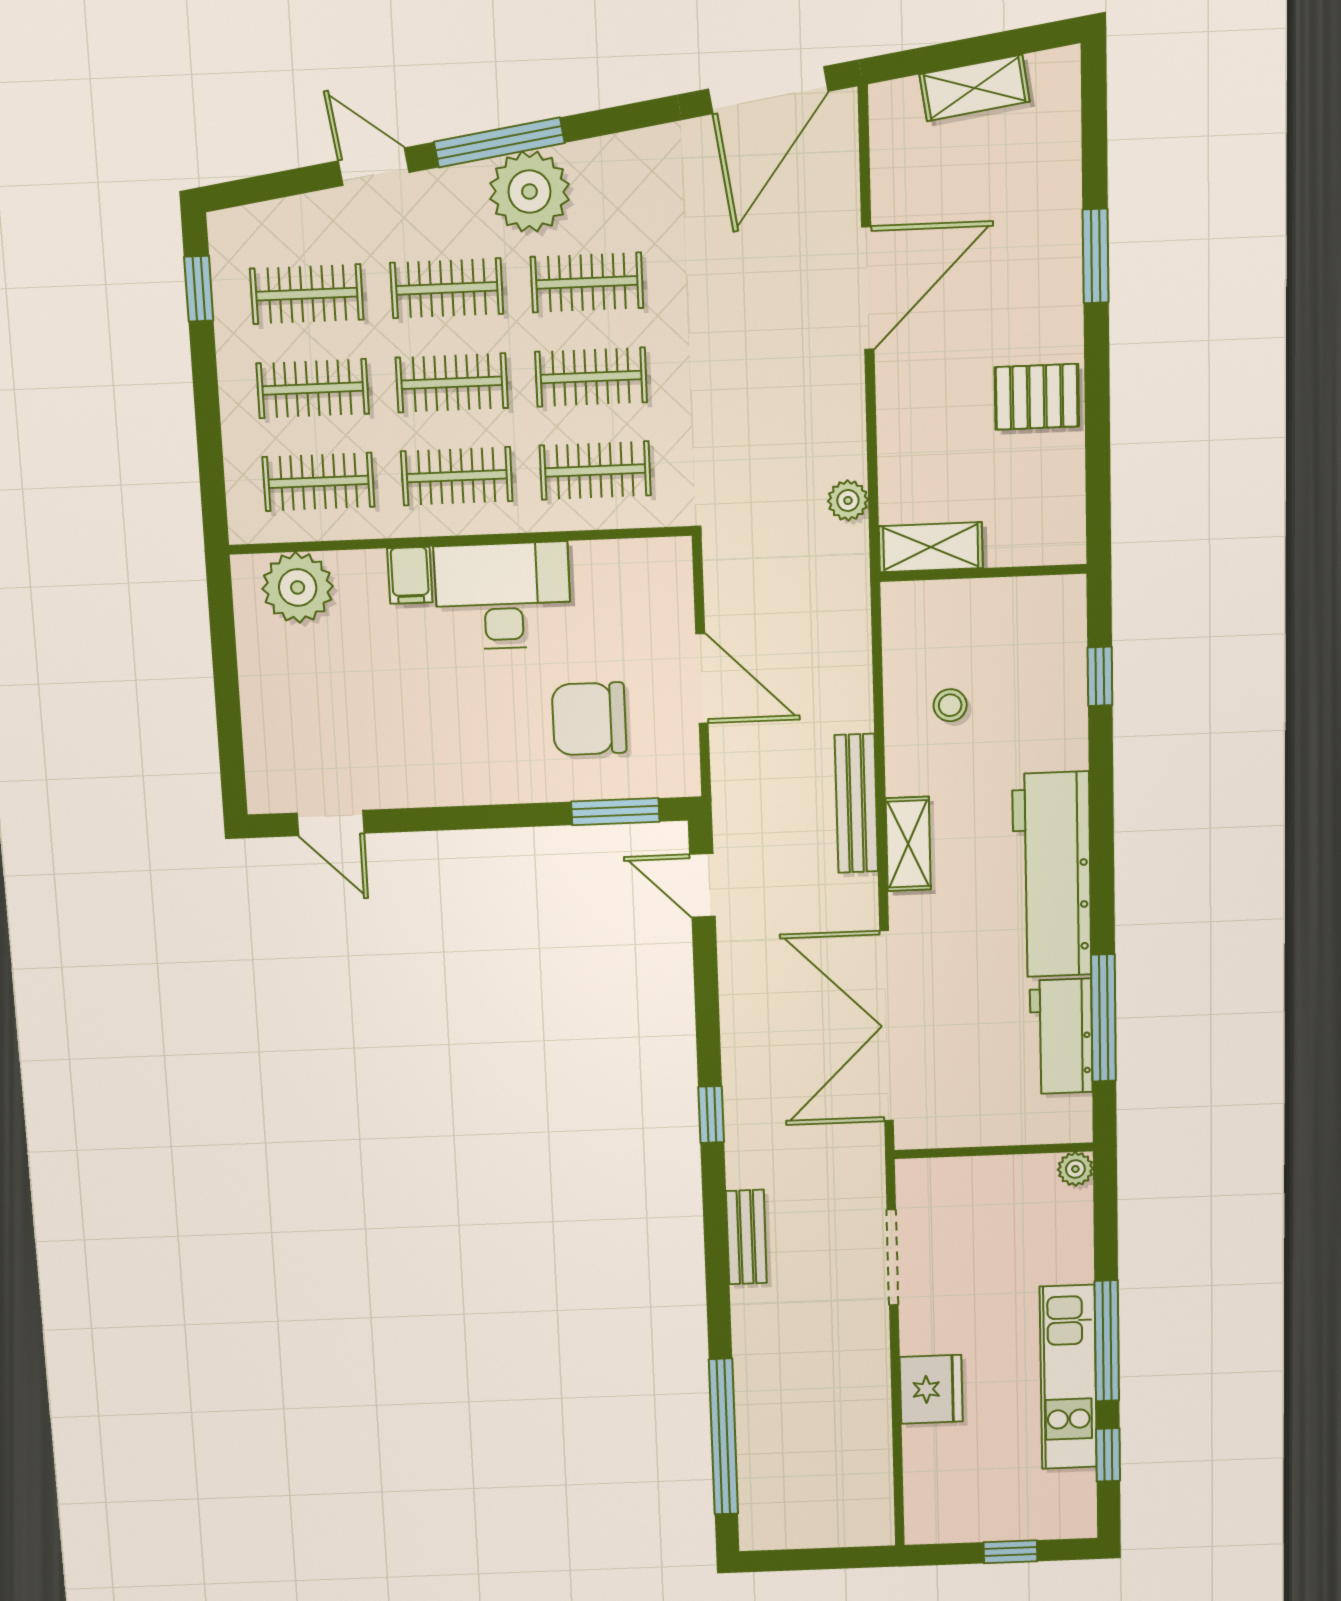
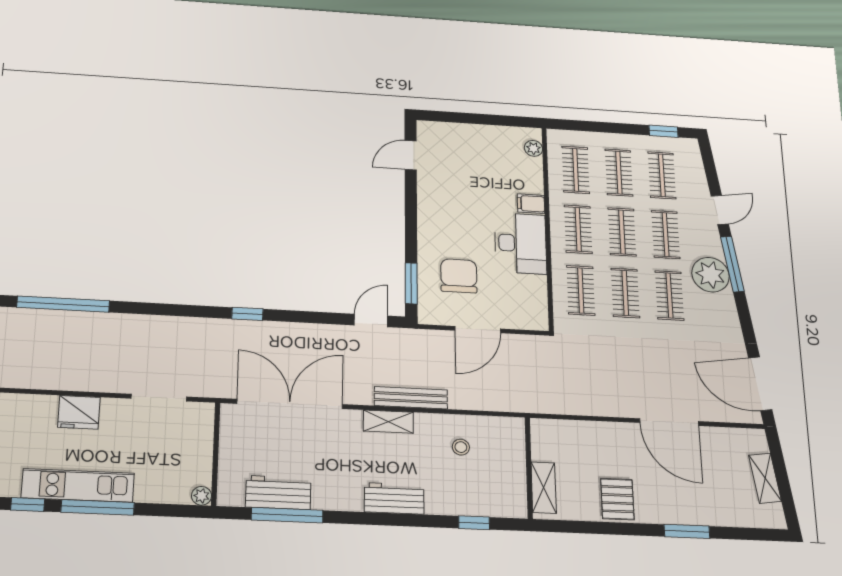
plant: (848, 500) -> (566, 405), removed
shelving: (931, 547) -> (544, 488), moved
plant: (298, 587) -> (533, 148), width x0.53, depth x0.53
workbench: (1052, 875) -> (394, 498), width x0.53, depth x0.76
bench: (746, 1237) -> (177, 325), removed

